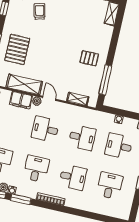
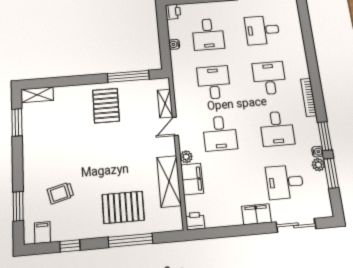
pallet: (89, 58) -> (106, 106), width x1.50, depth x1.42
door: (49, 98) -> (175, 126), moved
desk: (36, 169) -> (277, 129), turned -90

